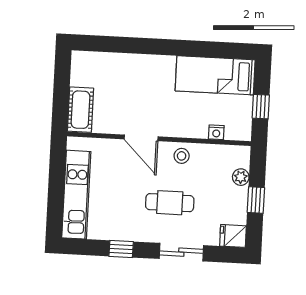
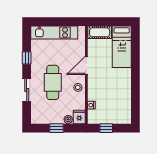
bed: (215, 75) -> (122, 47), moved, turned 180
cafe table: (170, 203) -> (53, 82), width x1.37, depth x1.35
fridge: (233, 236) -> (79, 117), moved

